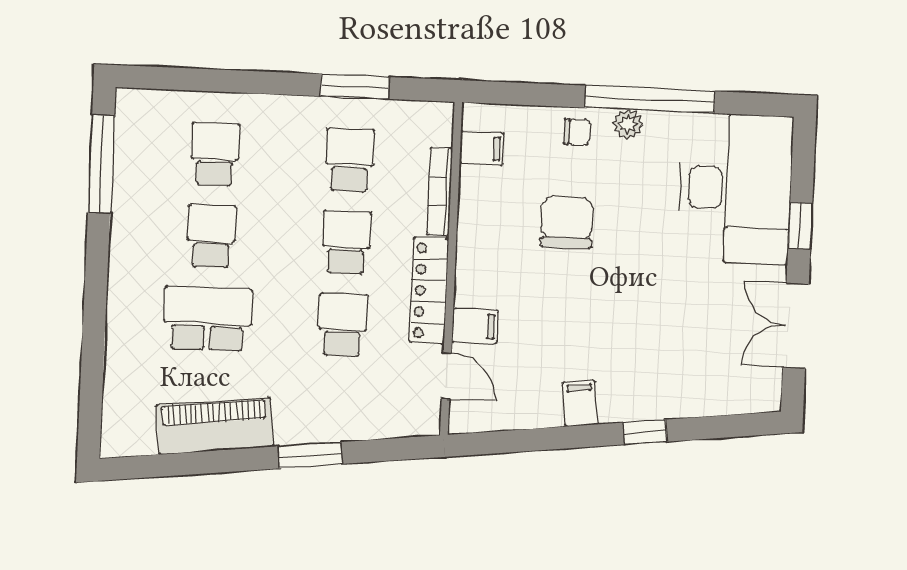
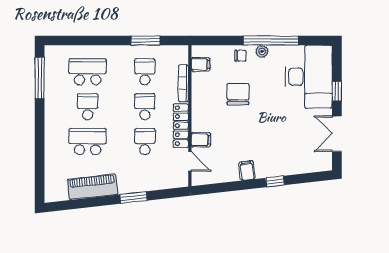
school desk: (215, 154) -> (88, 72), width x1.85

